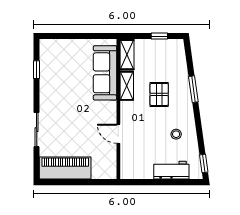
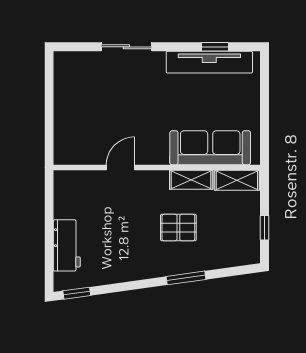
tv unit: (47, 73) -> (209, 62), added
stool: (176, 134) -> (120, 252), removed
piano: (65, 168) -> (70, 89), removed

